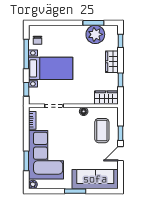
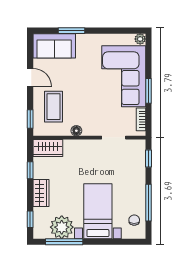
window: (93, 23) -> (64, 242), width x1.44
bed with nightstands: (51, 68) -> (98, 211), moved, turned 90
window: (120, 133) -> (30, 119), moved
door: (120, 154) -> (30, 78), hinge flipped
window: (26, 161) -> (148, 91), moved
sofa: (95, 179) -> (54, 46), width x0.73
window: (75, 191) -> (71, 31), moved

